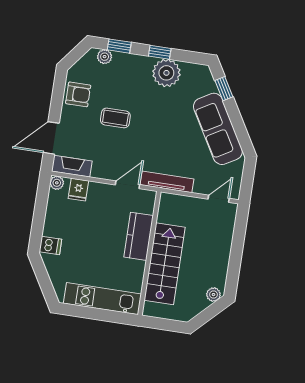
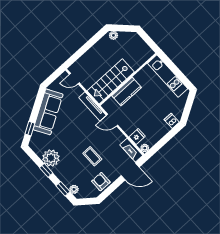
stairs: (165, 264) -> (111, 81), moved

